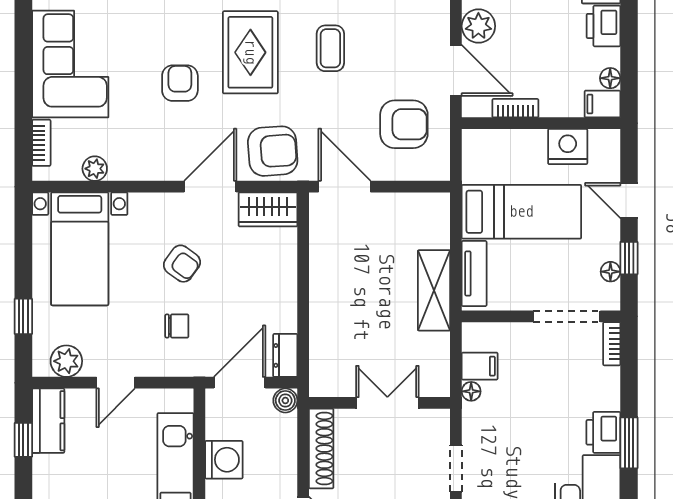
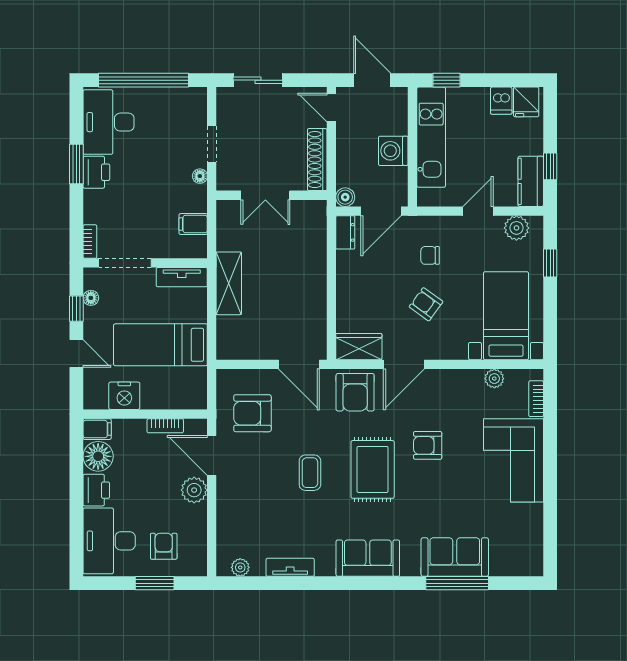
floor lamp: (610, 78) -> (98, 456), width x1.89, depth x1.89
armchair: (180, 83) -> (428, 445), turned 90
armchair: (273, 151) -> (355, 392), turned -86
tv unit: (474, 274) -> (182, 277), moved, turned -90
floor lamp: (471, 391) -> (200, 176), moved

